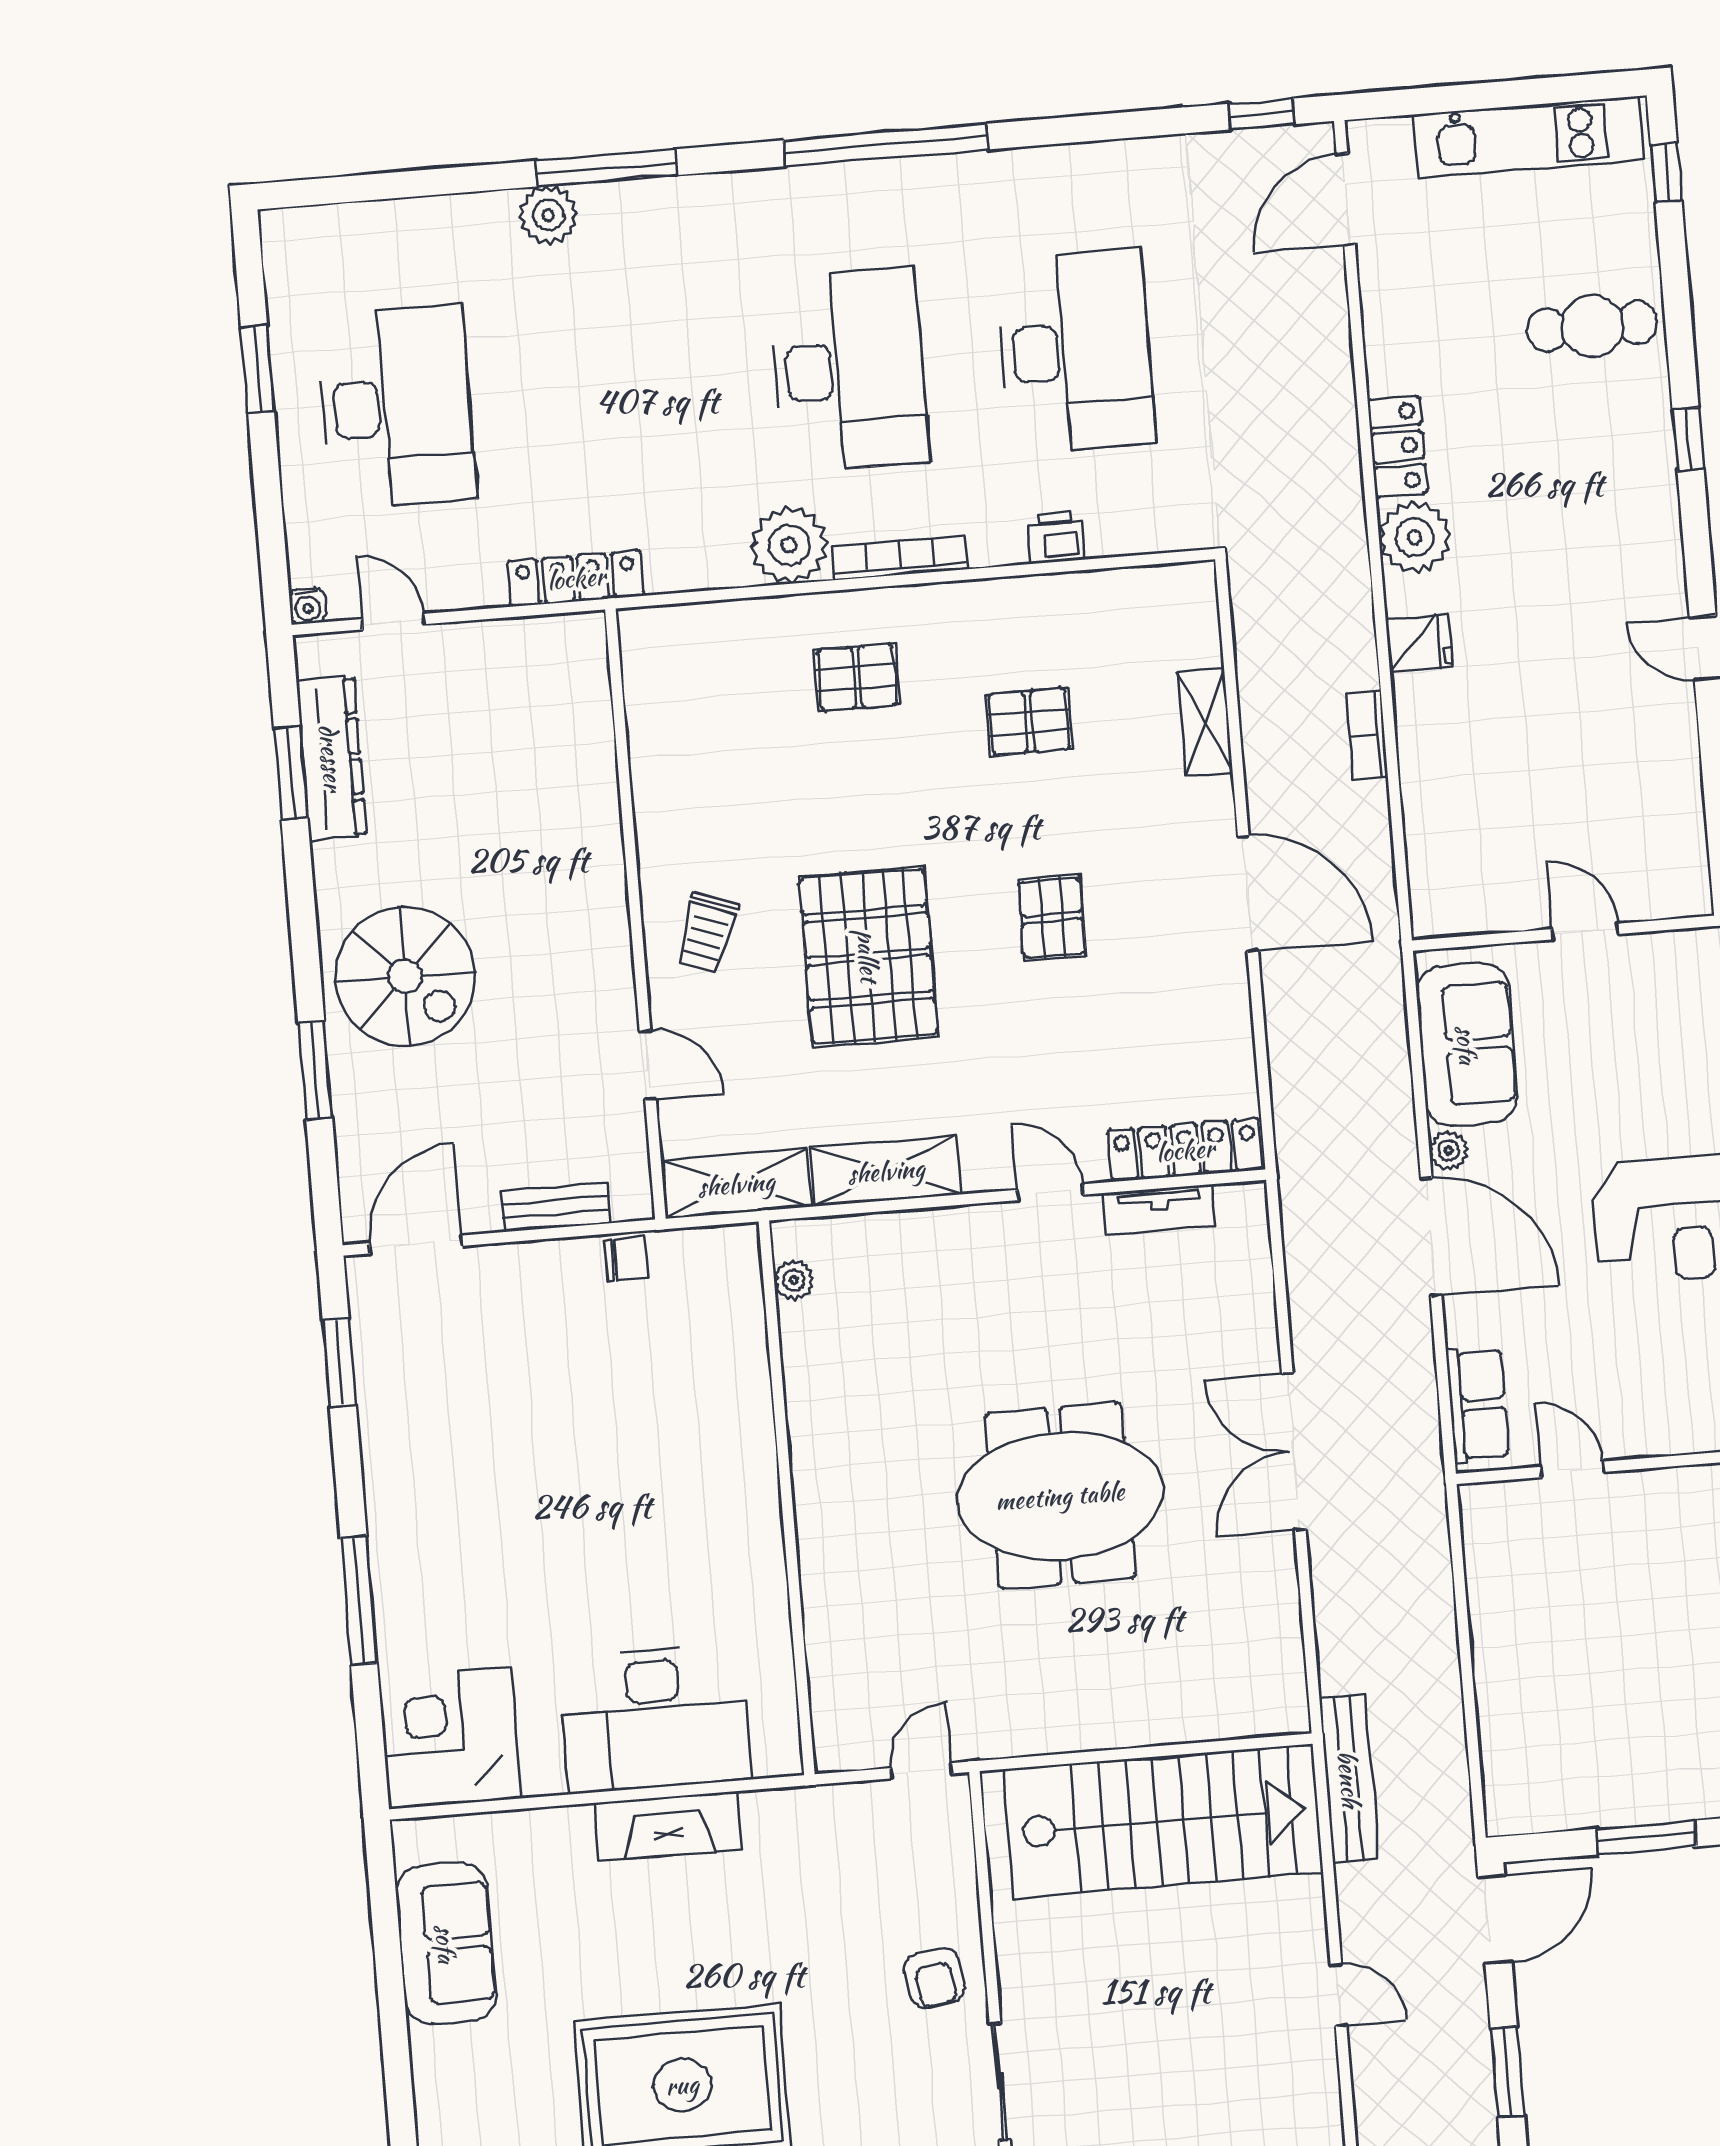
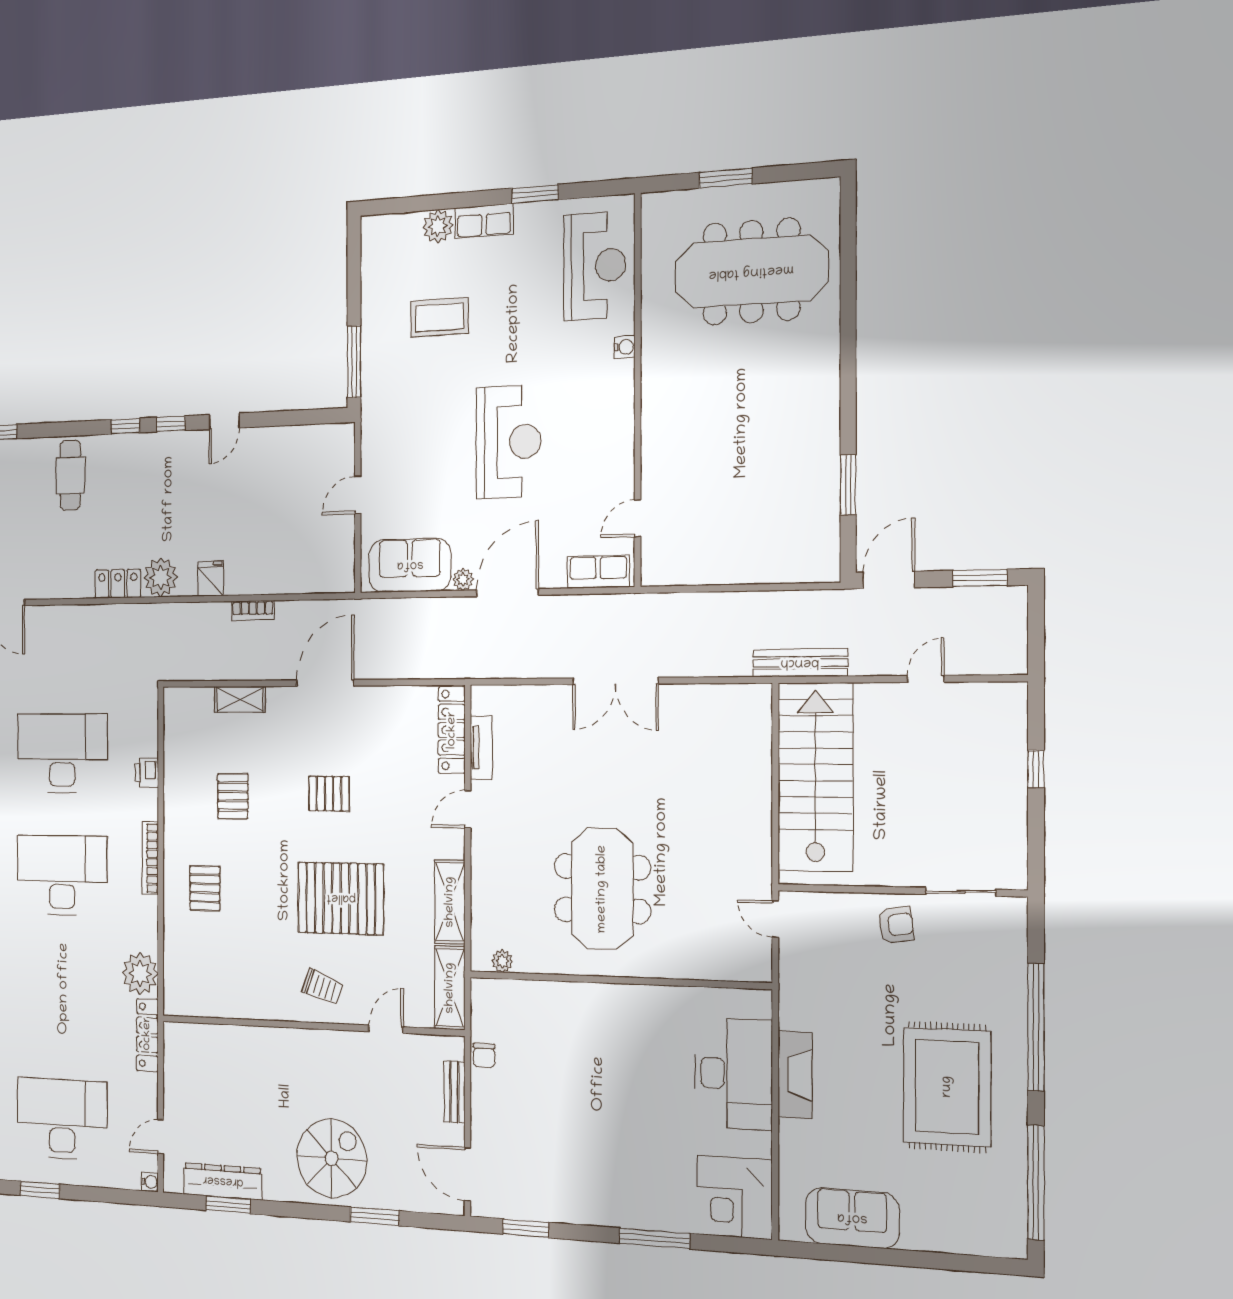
window: (1696, 536) -> (171, 424), added
plant: (789, 545) -> (140, 973), moved
chair: (627, 1259) -> (484, 1055), turned 180
meeting table: (1060, 1496) -> (602, 889), moved
door: (1495, 1920) -> (889, 580), hinge flipped

